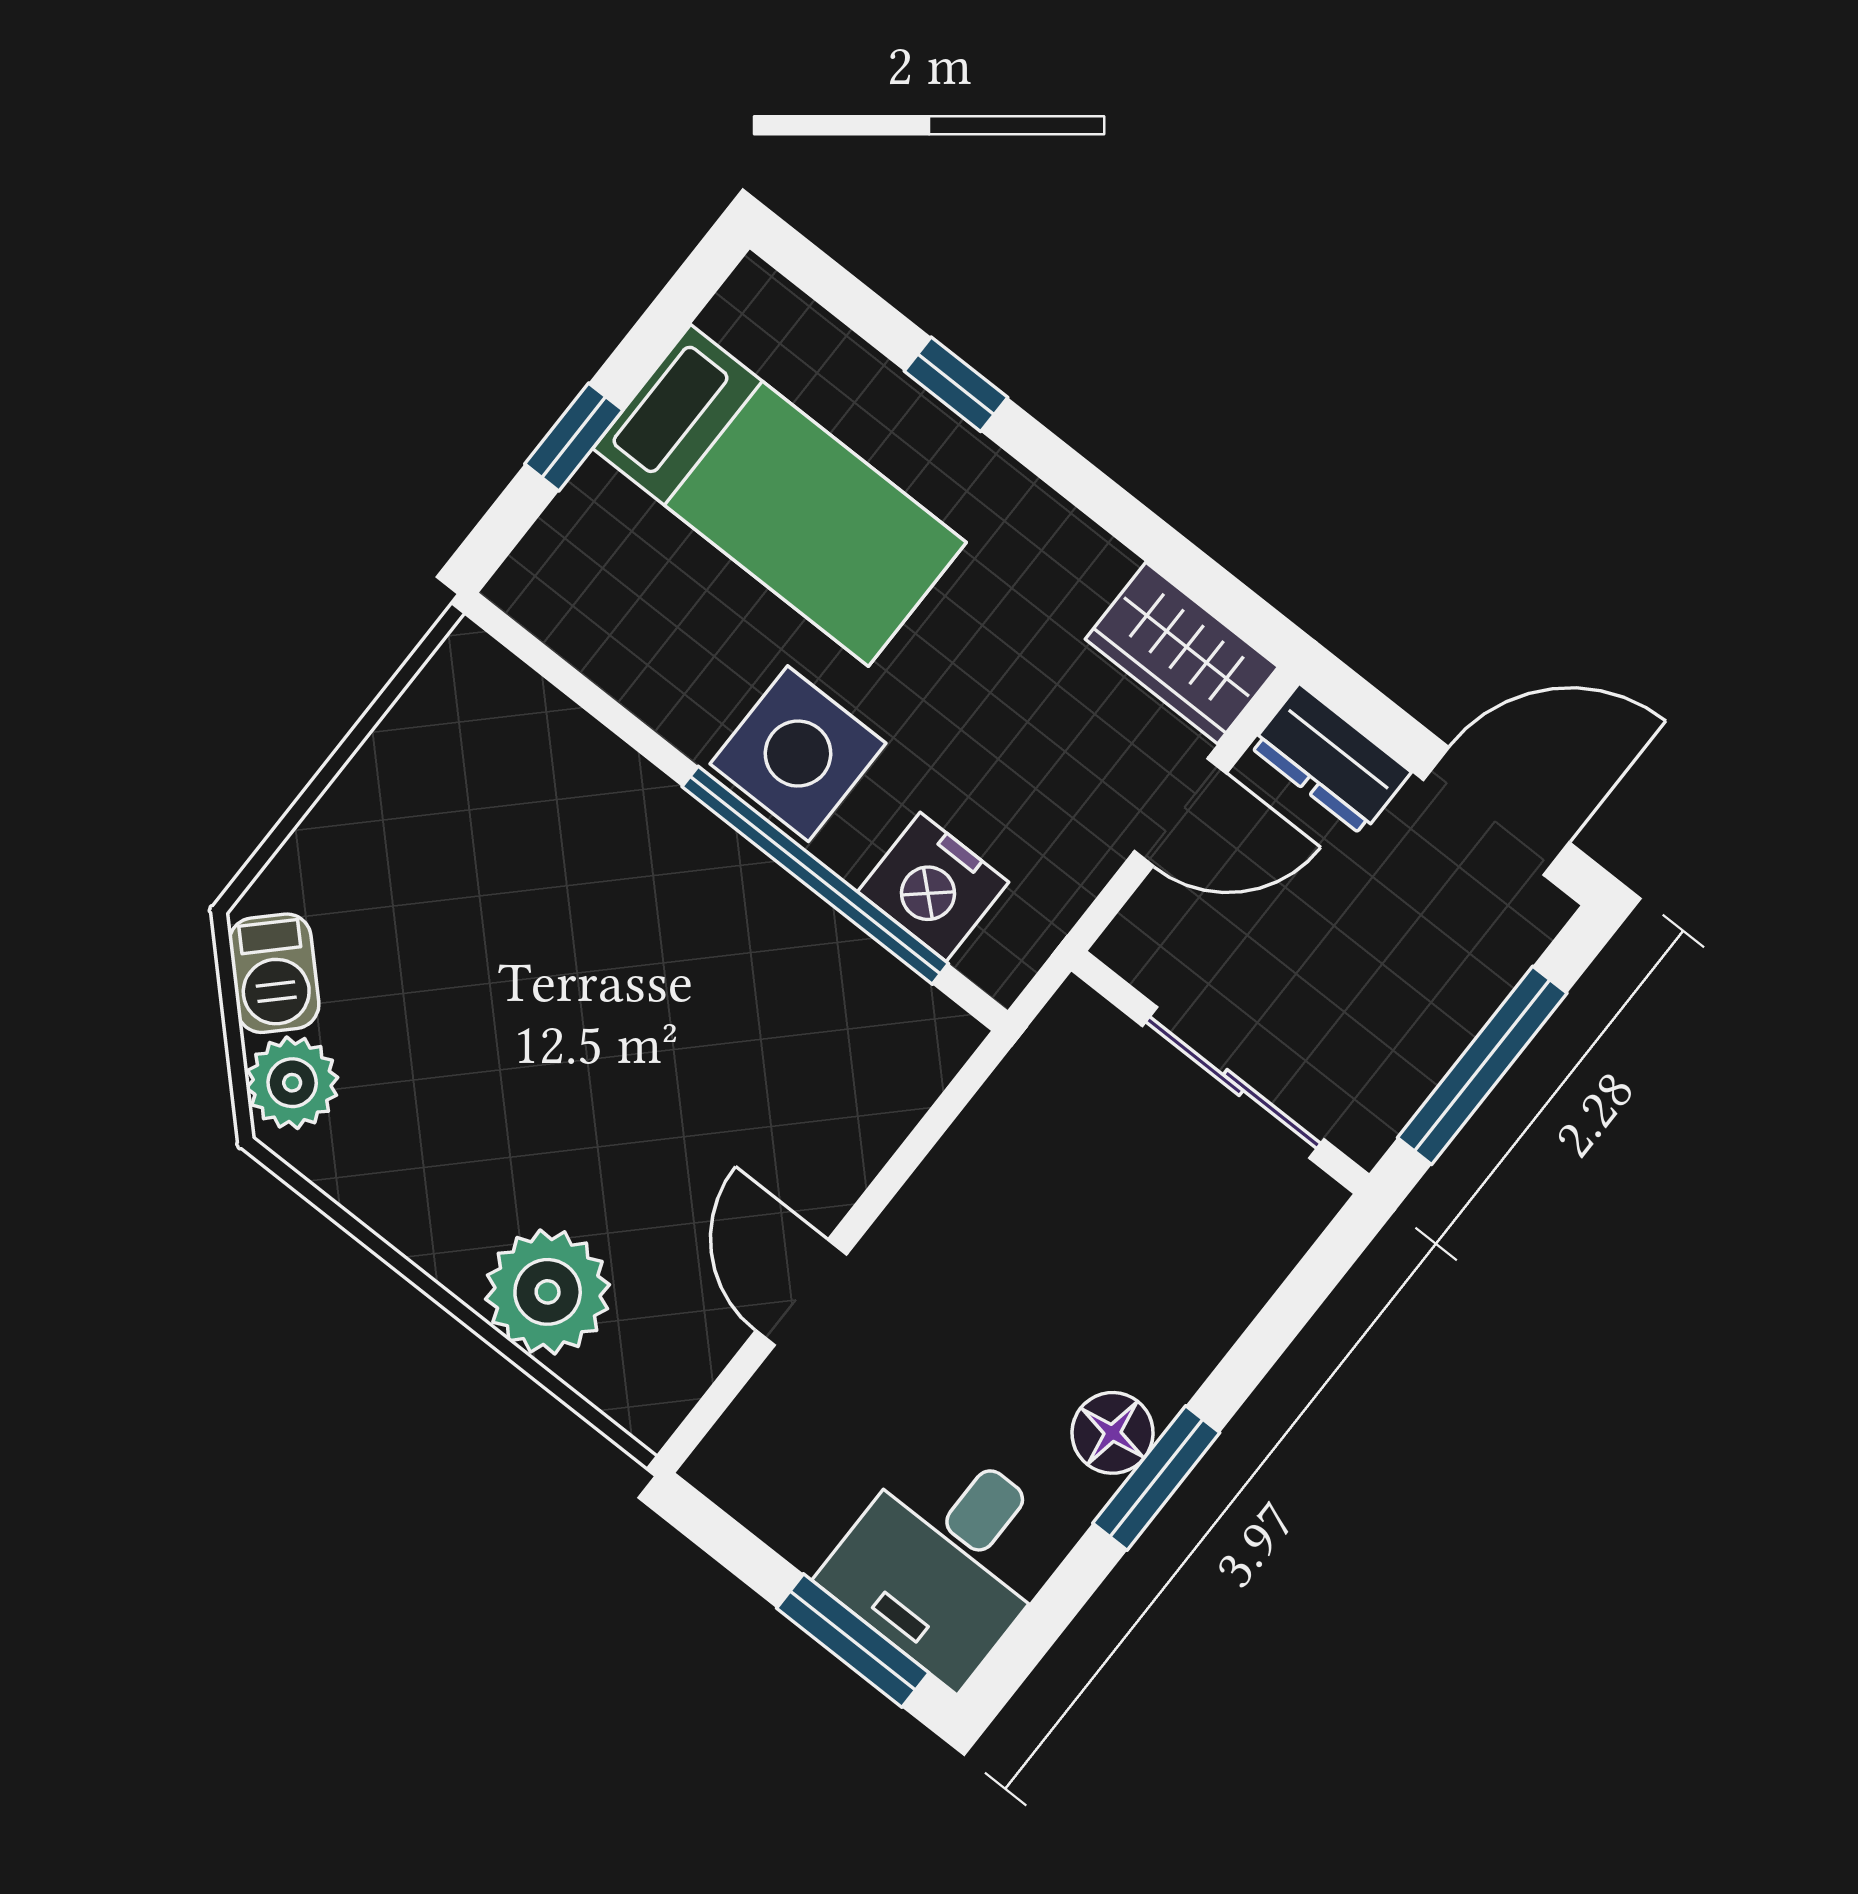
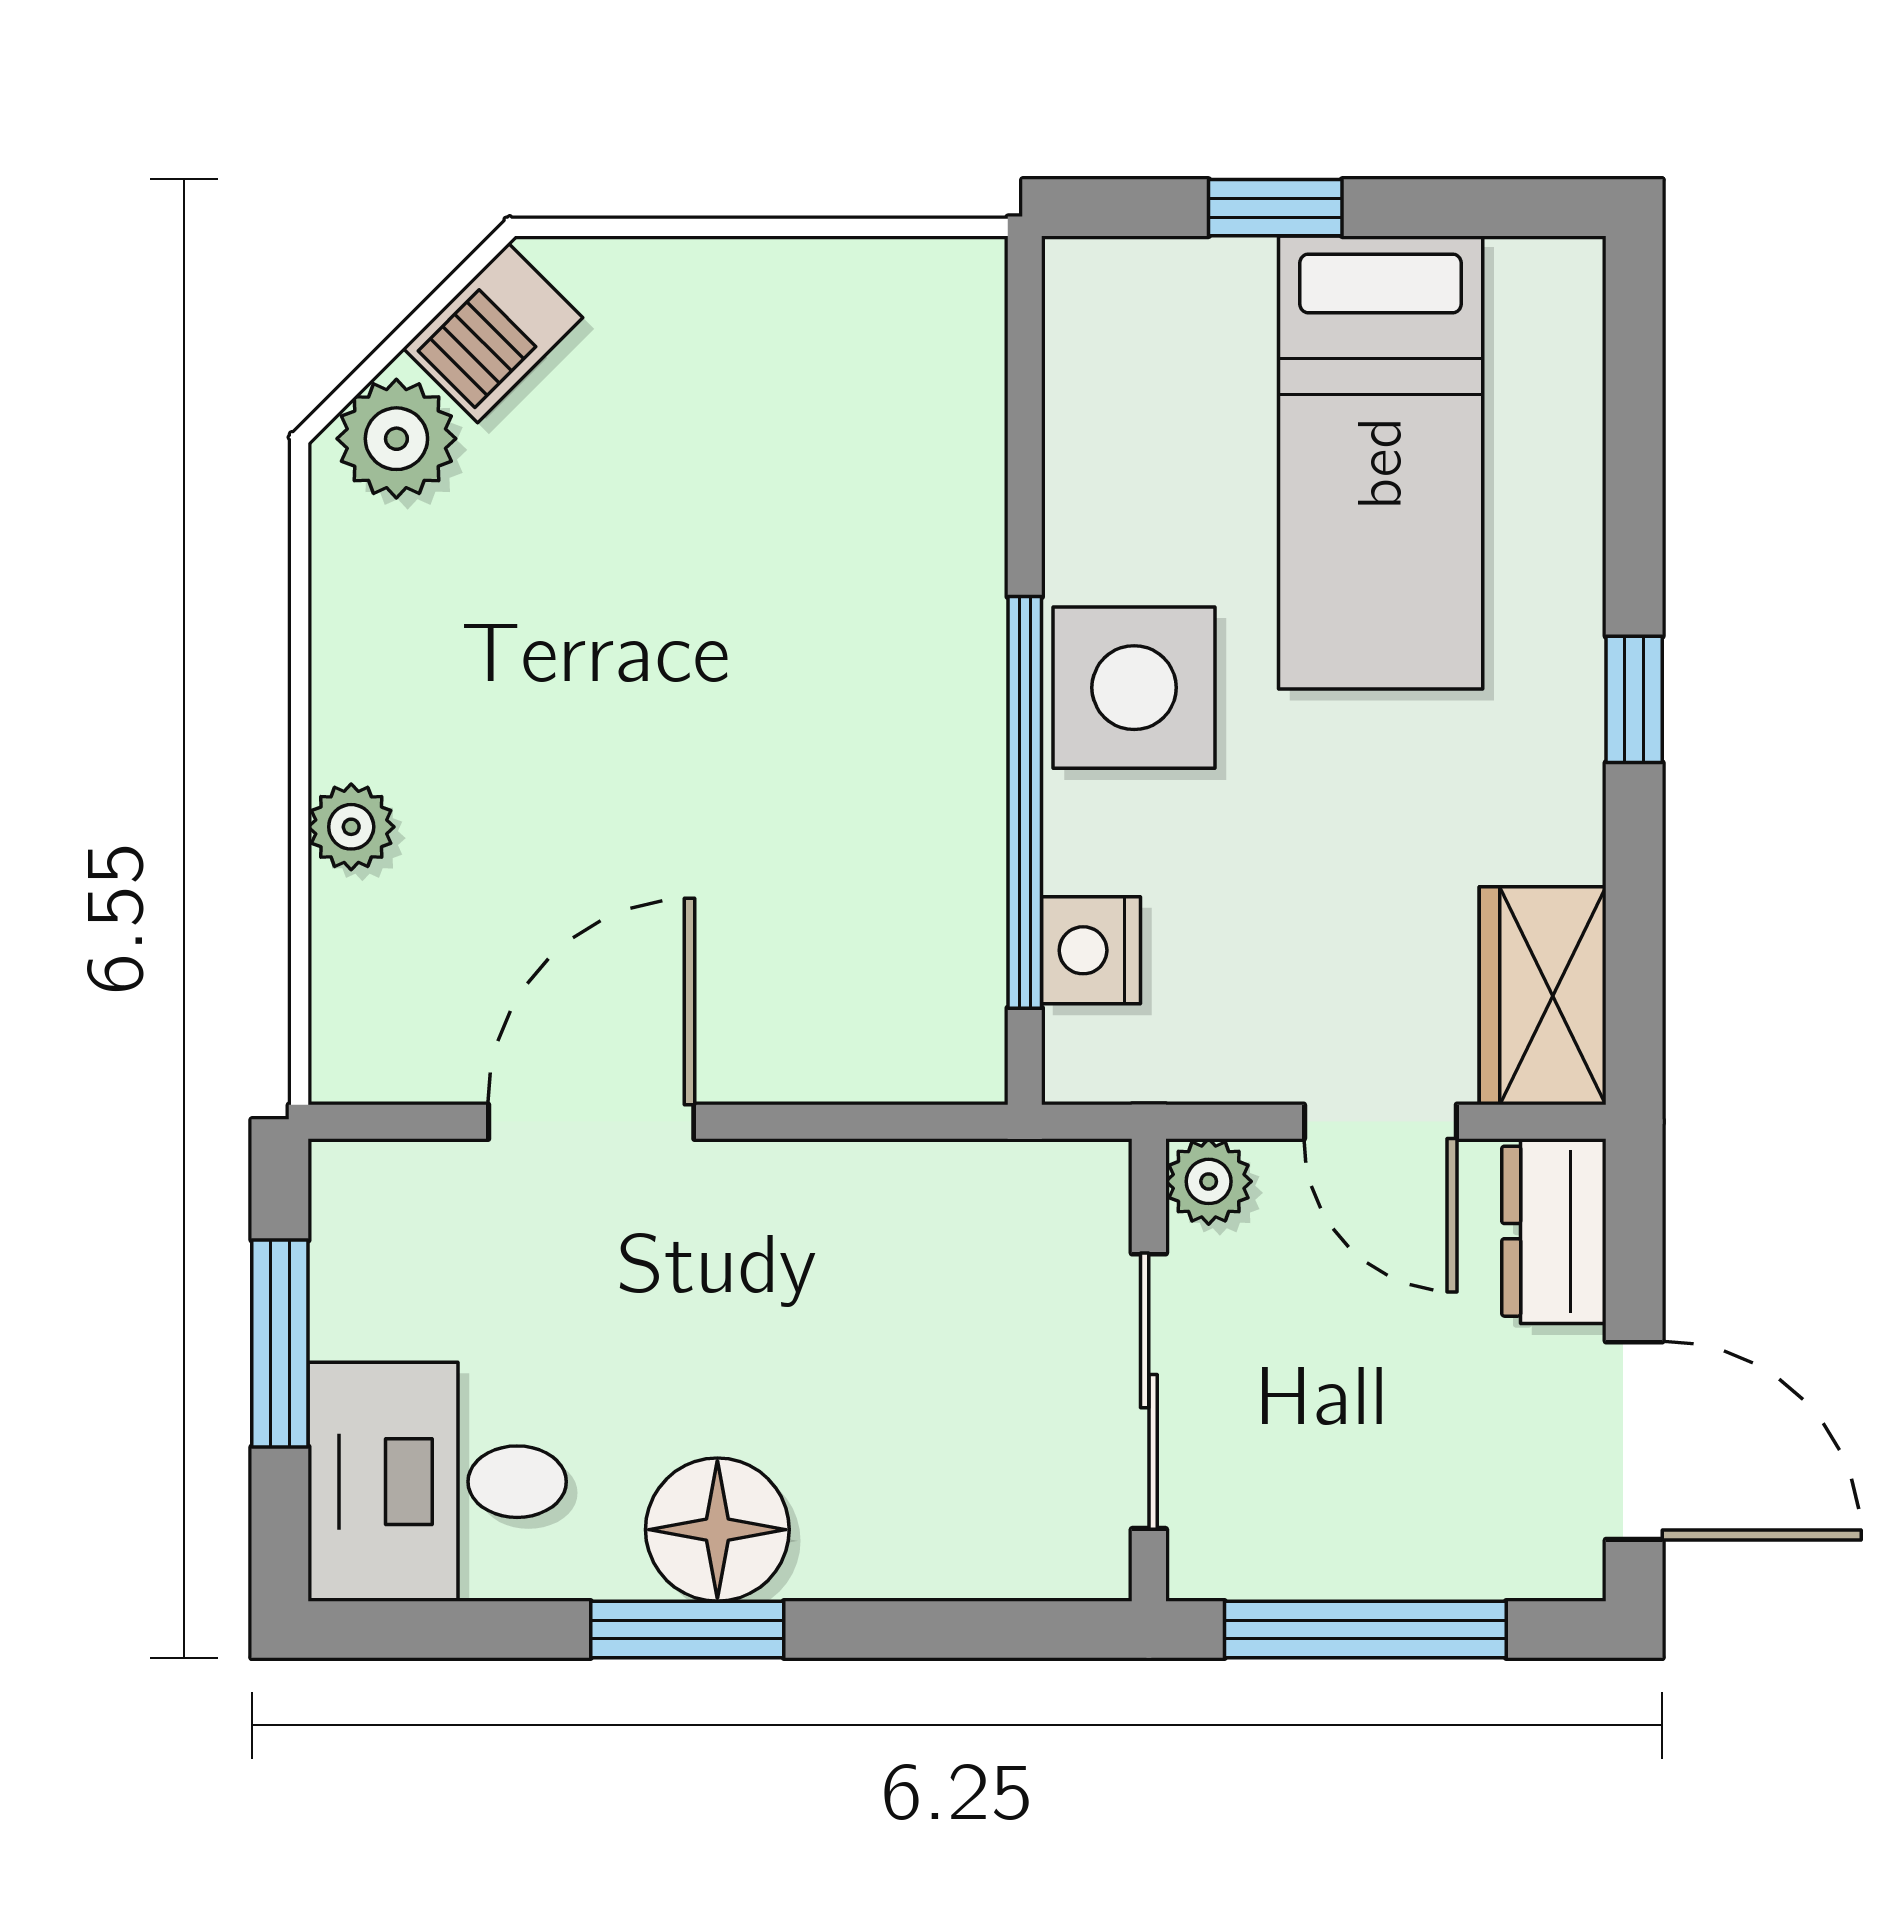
window: (956, 384) -> (1634, 699), moved
nightstand: (933, 887) -> (1091, 950), width x0.74, depth x0.75
plant: (1134, 945) -> (1209, 1181), added
plant: (548, 1292) -> (351, 827), width x0.53, depth x0.53
door: (801, 1292) -> (591, 1122), width x1.38
floor lamp: (1112, 1433) -> (717, 1530), width x1.38, depth x1.38
window: (853, 1640) -> (280, 1343), moved

